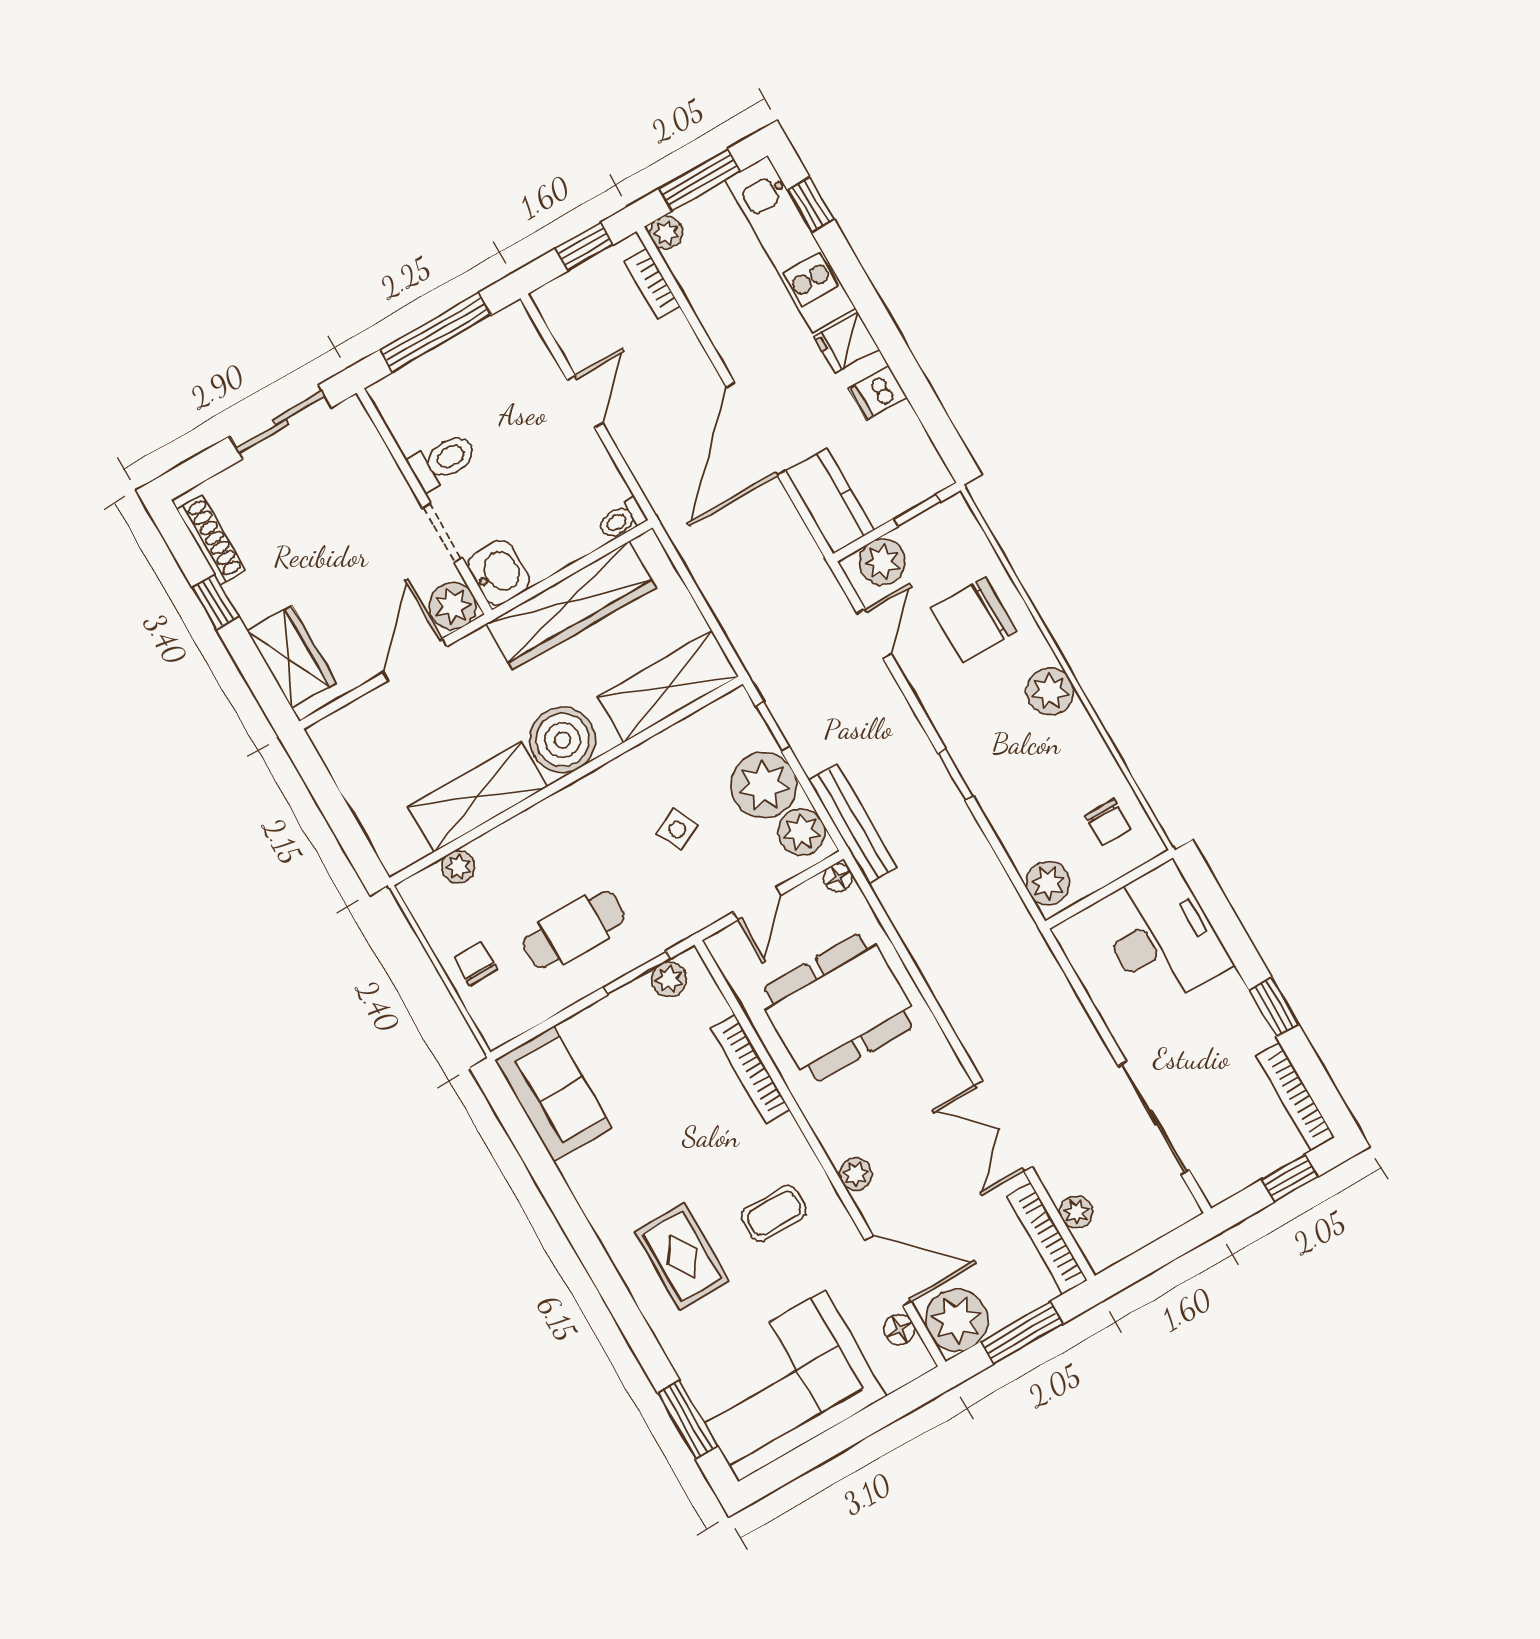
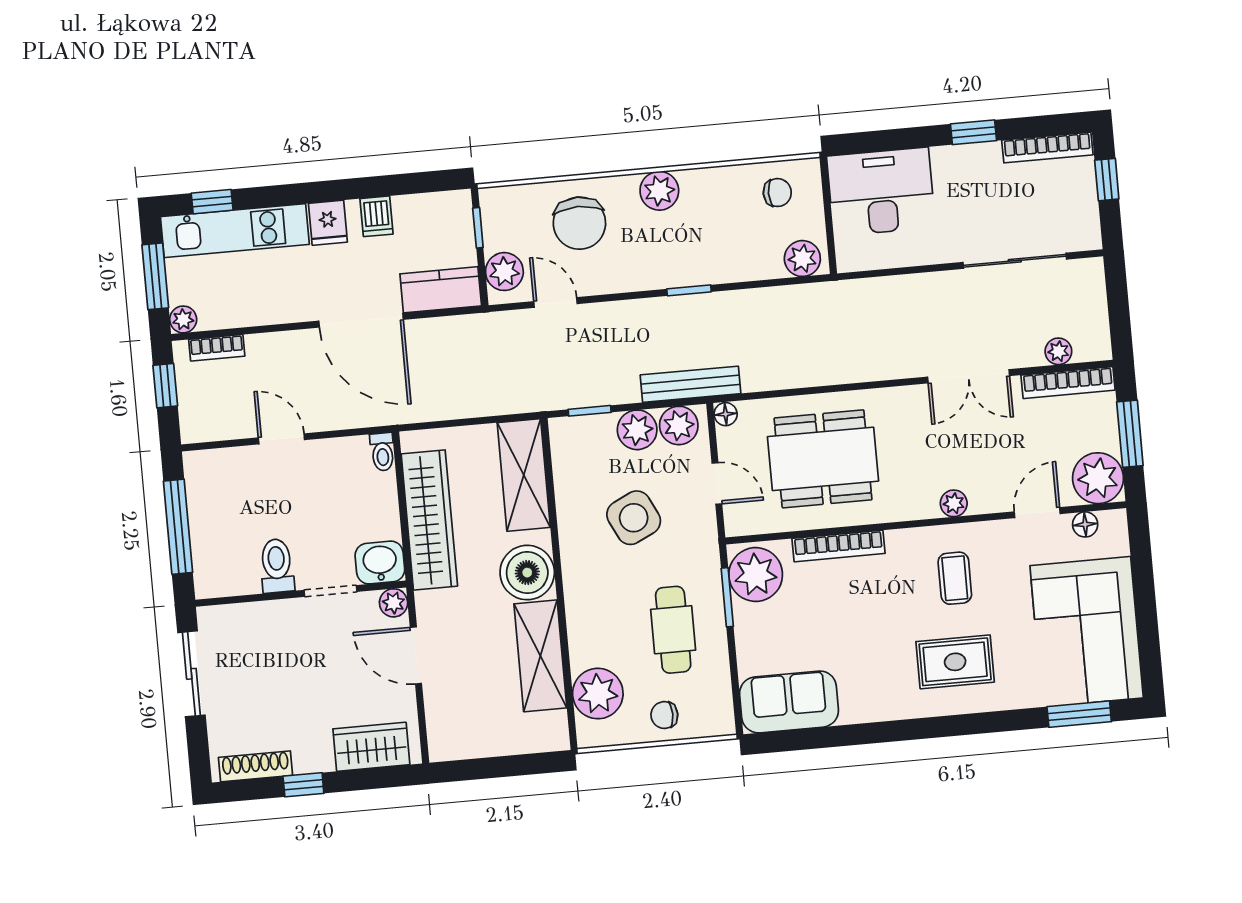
plant: (453, 606) -> (394, 603), width x0.73, depth x0.73
plant: (764, 785) -> (637, 430), width x0.73, depth x0.73
side table: (677, 829) -> (634, 518), width x1.87, depth x1.87
plant: (458, 867) -> (598, 694), width x1.88, depth x1.88
plant: (669, 979) -> (756, 575), width x1.88, depth x1.88
dining table: (838, 1008) -> (823, 459), turned 90
door: (888, 1271) -> (1037, 513), width x0.73

